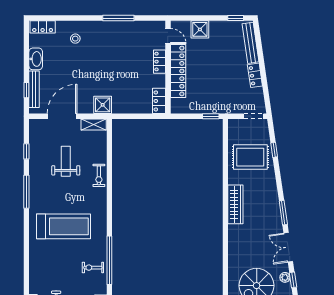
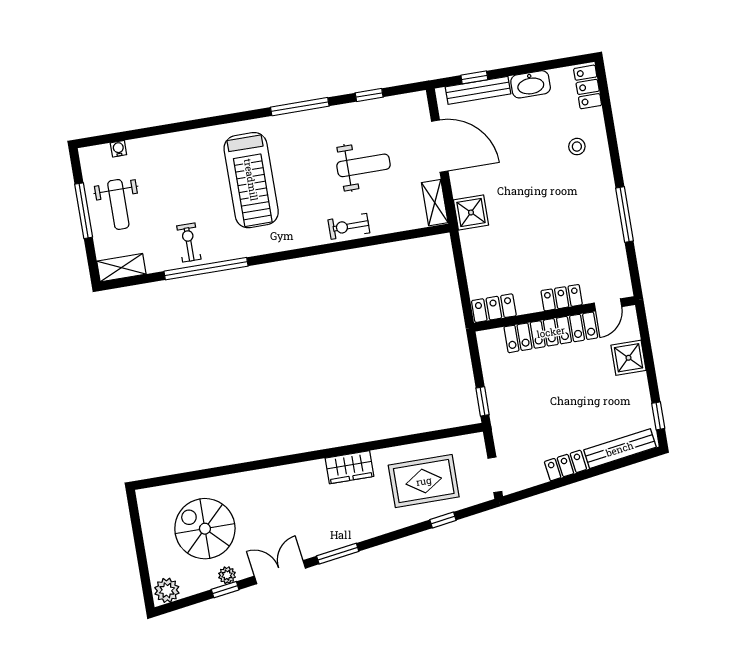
rug: (250, 157) -> (424, 481), turned 90
wardrobe: (235, 204) -> (349, 467), width x0.67

